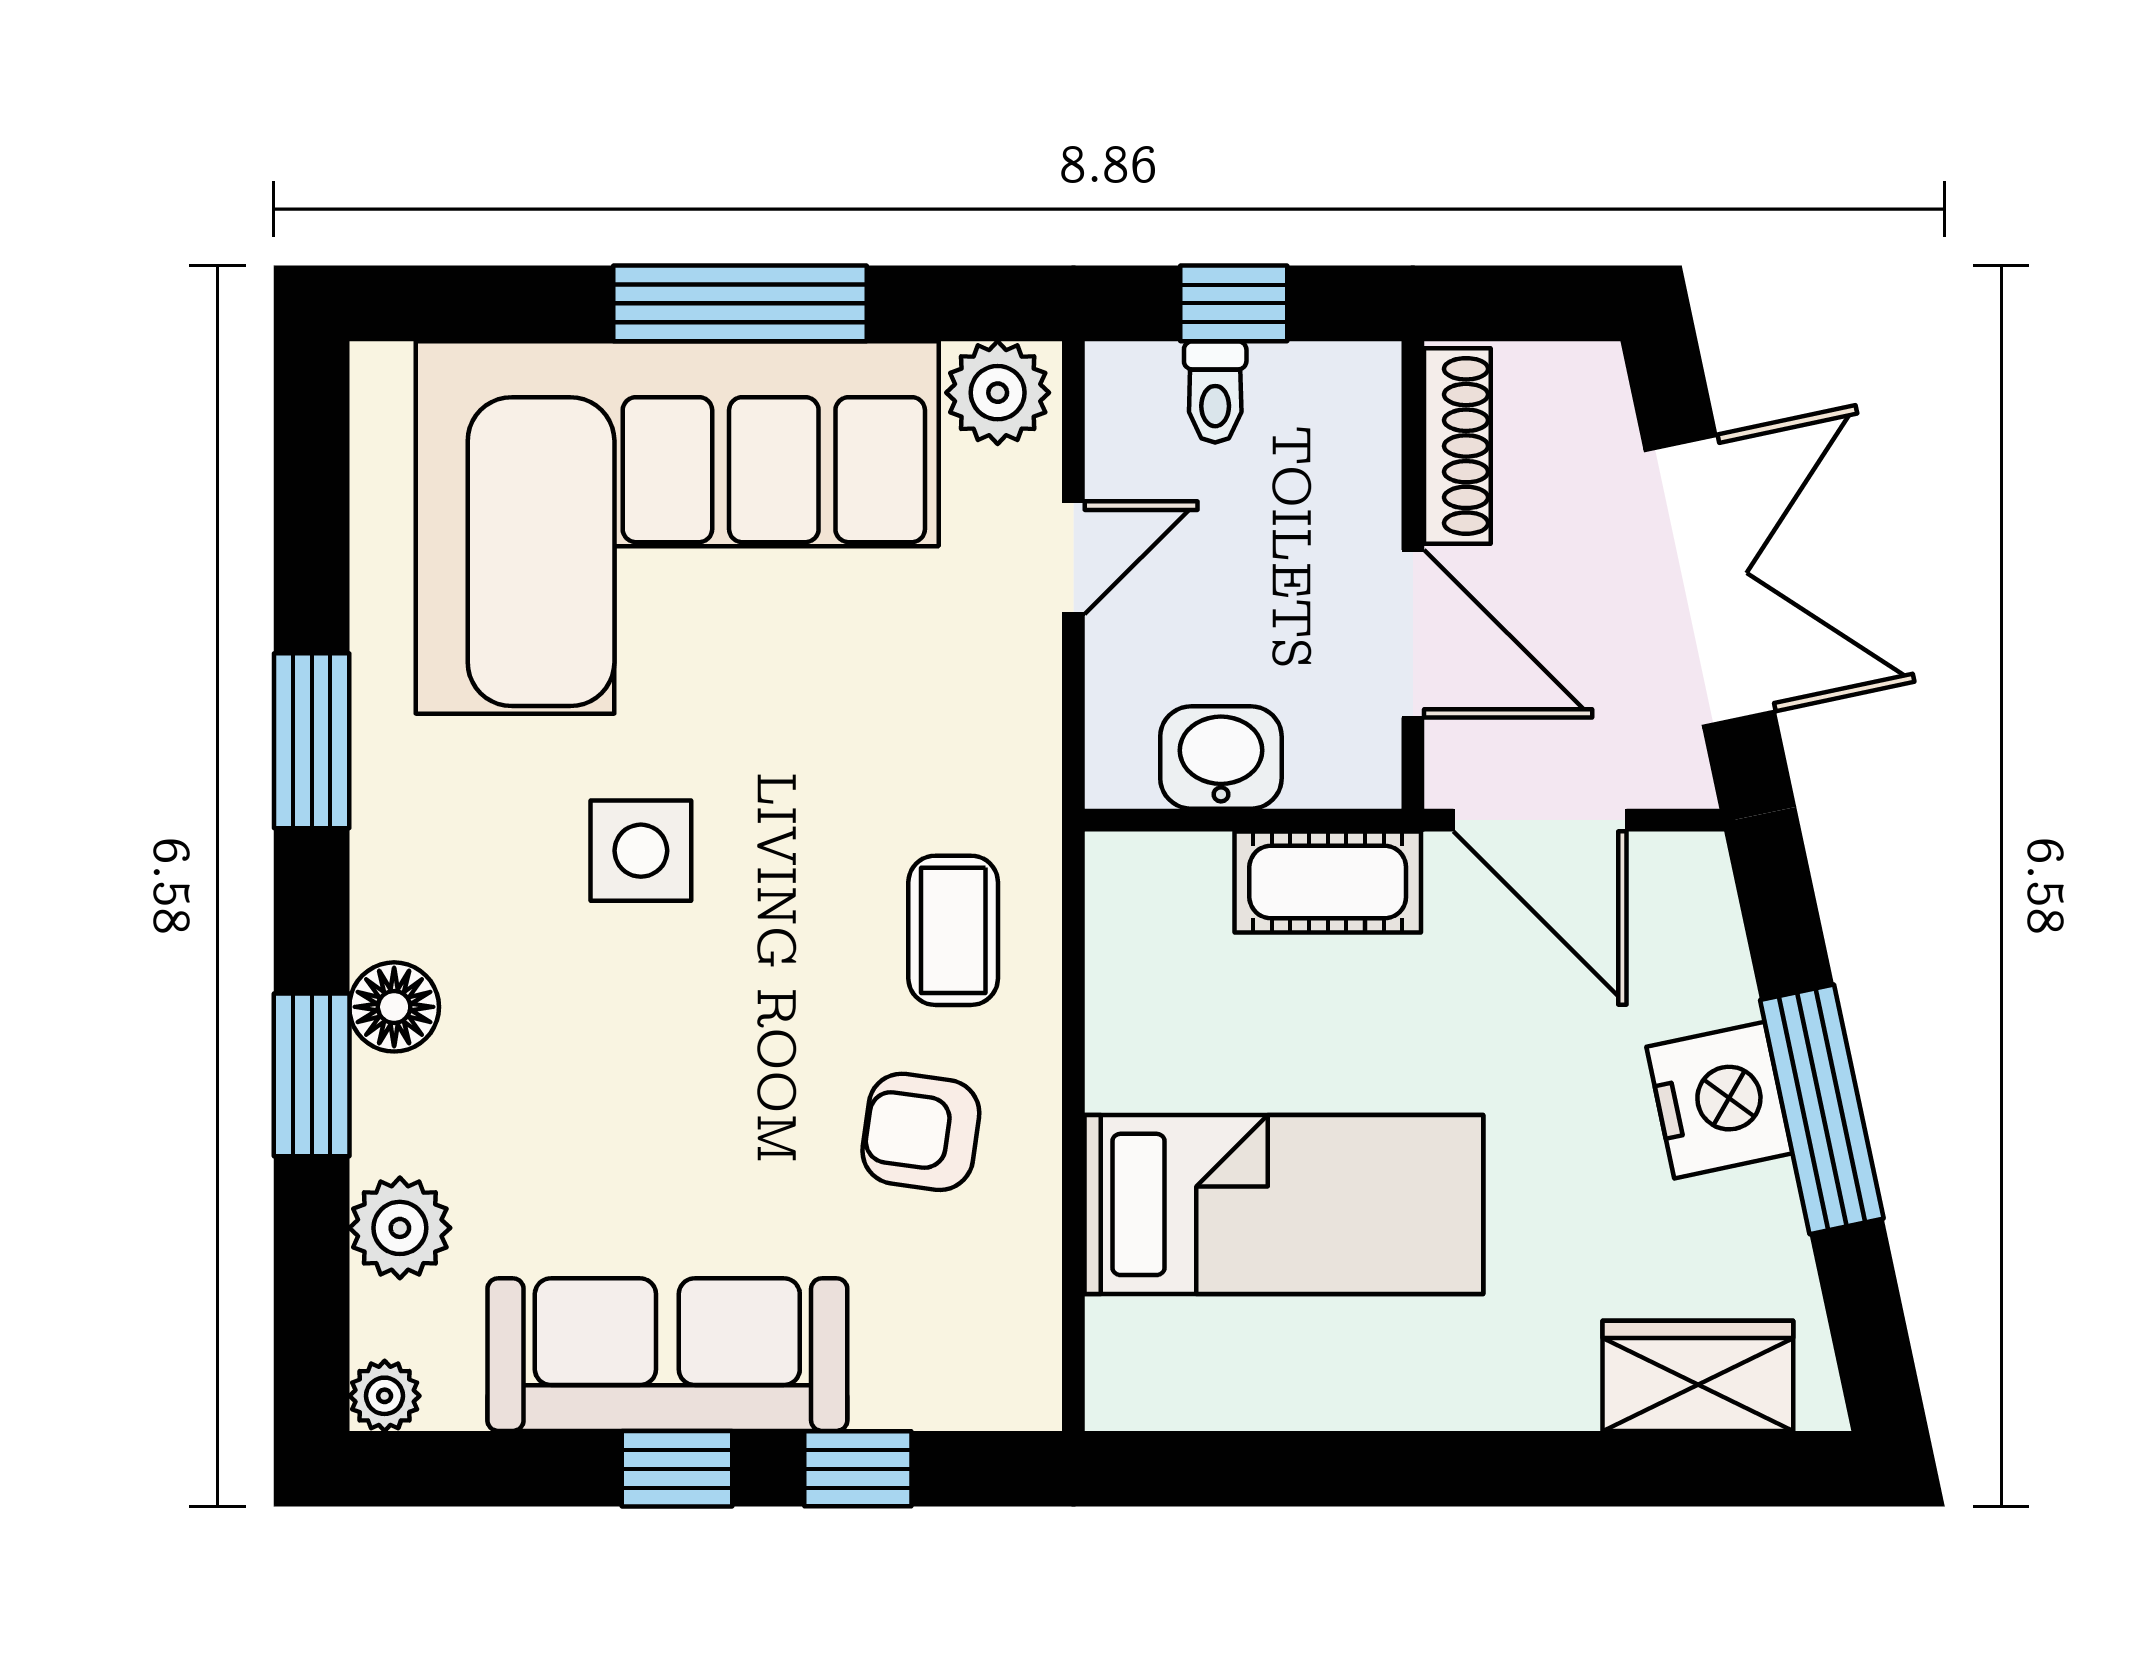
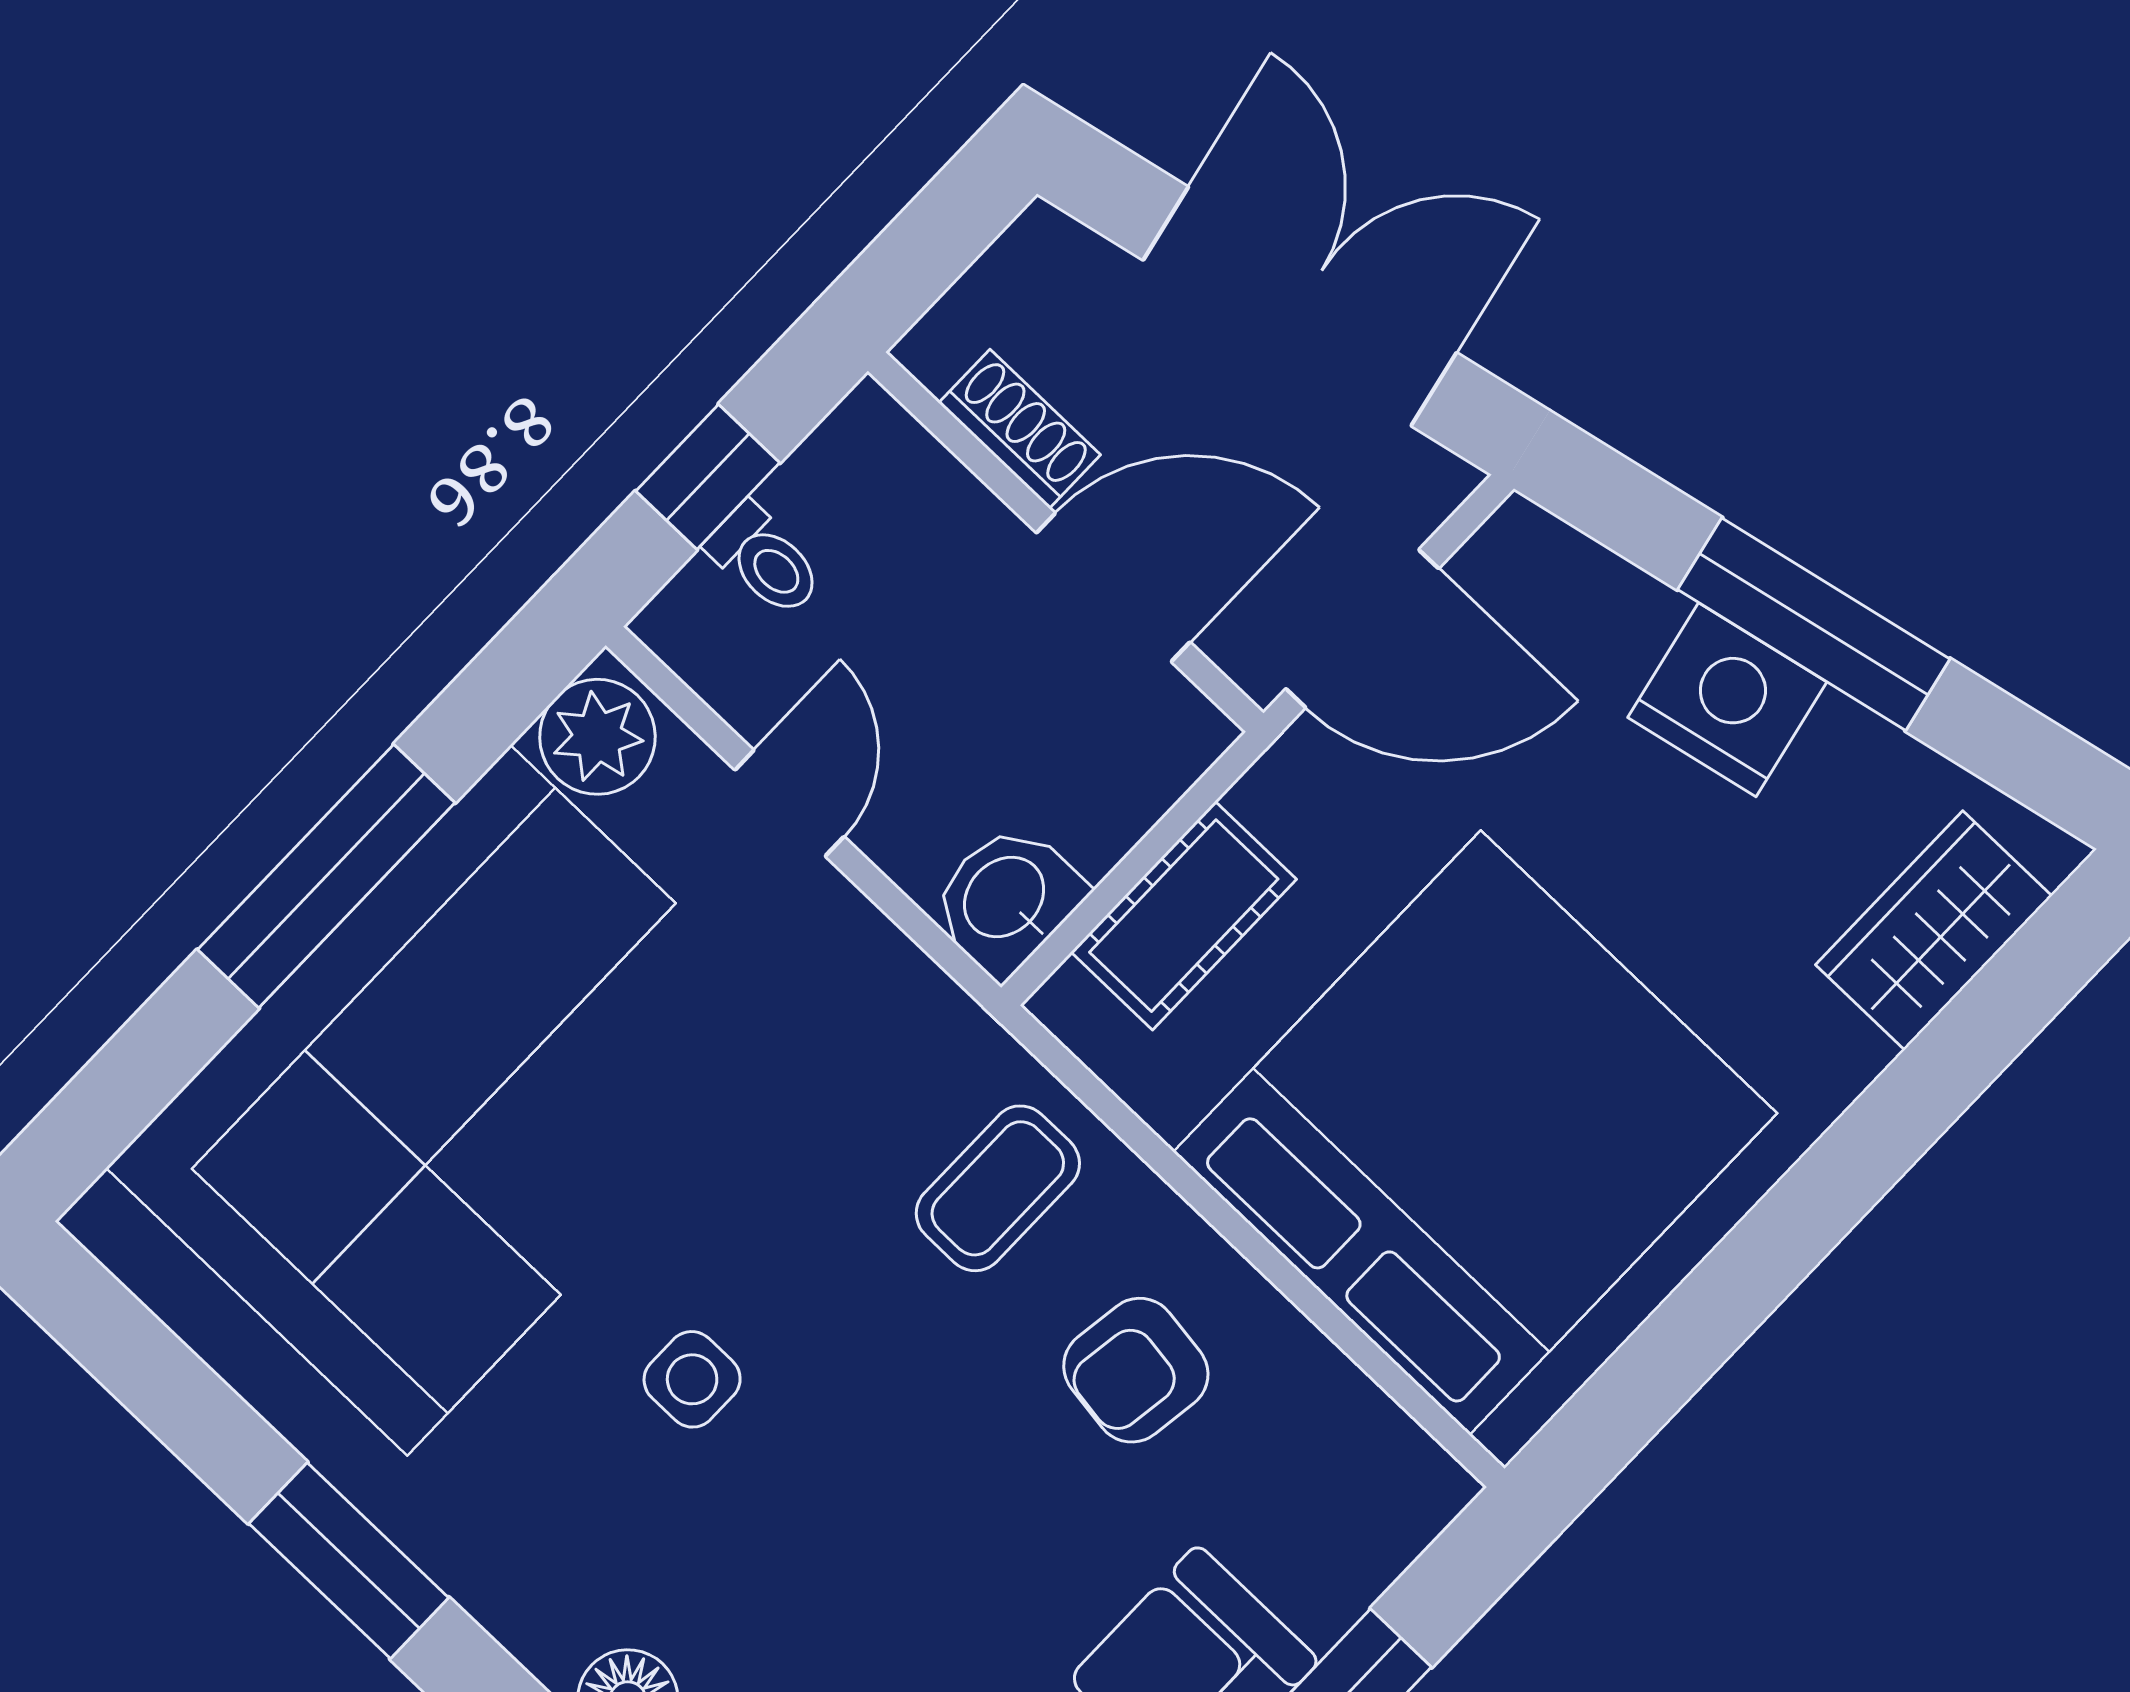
shoe rack: (1457, 446) -> (1020, 429), width x0.70
washbasin: (1221, 757) -> (1007, 899), moved
side table: (641, 851) -> (692, 1379), width x0.73, depth x0.73
cot: (1328, 882) -> (1184, 916), moved
coffee table: (953, 930) -> (998, 1188), turned 90
bed: (1284, 1204) -> (1475, 1133), width x2.04

